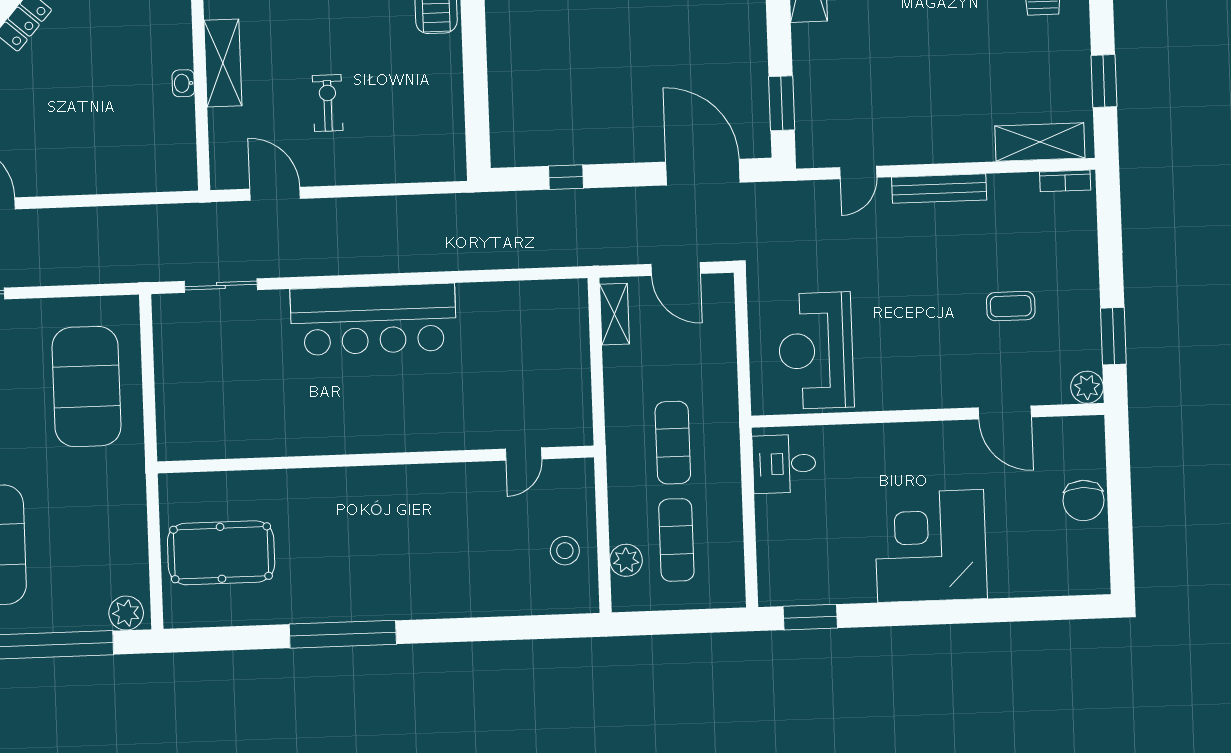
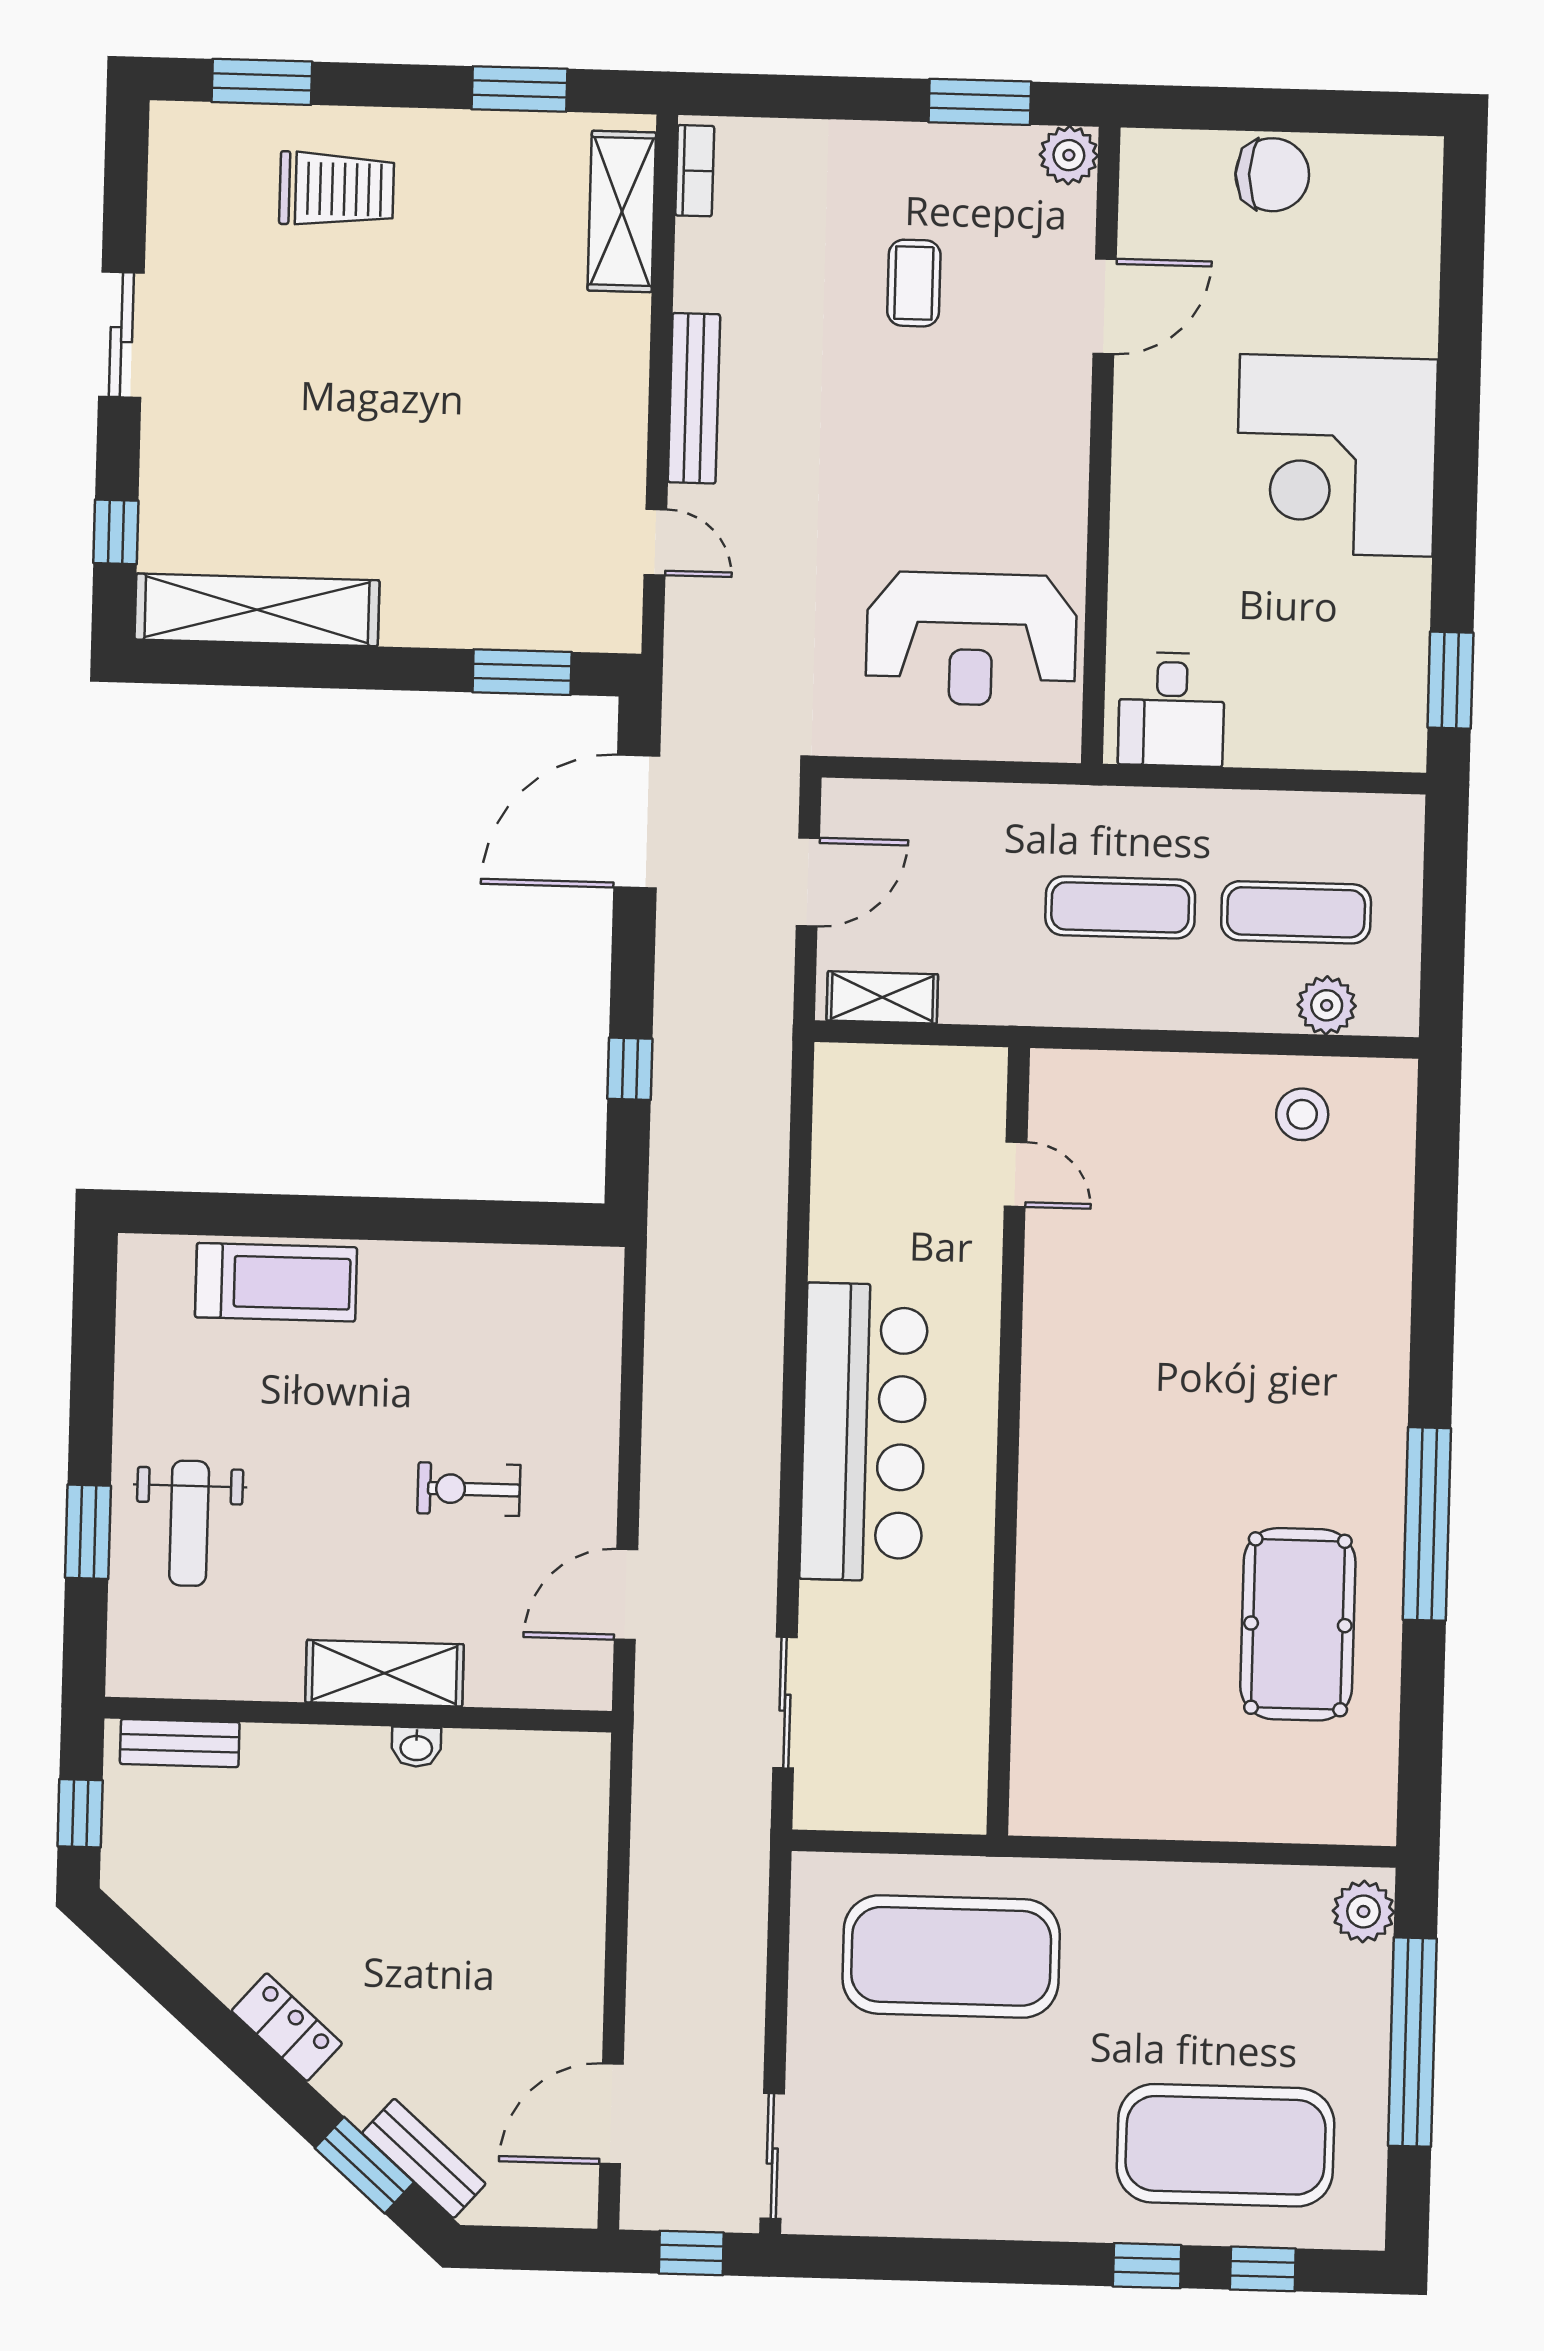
door: (524, 454) -> (1016, 1174), moved
wall: (376, 459) -> (1008, 1441), moved
pool table: (221, 553) -> (1298, 1624), moved

